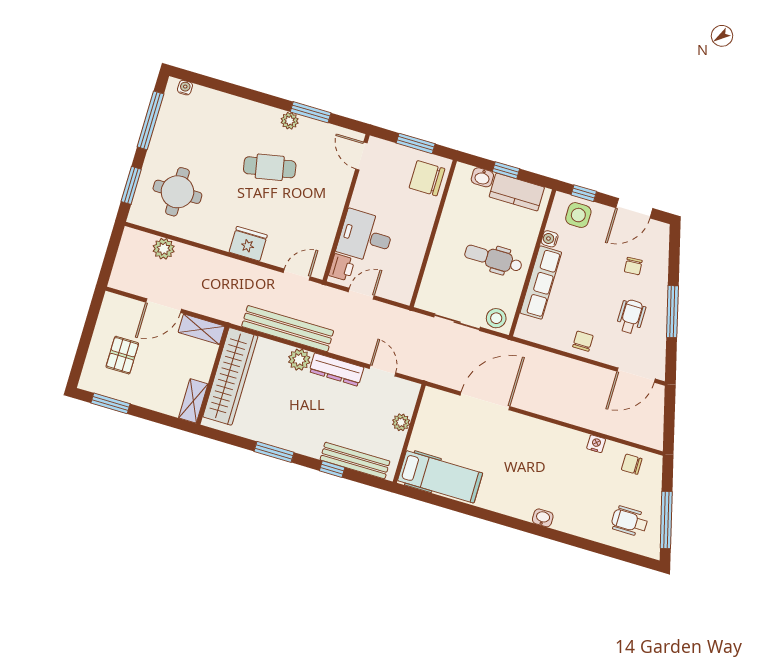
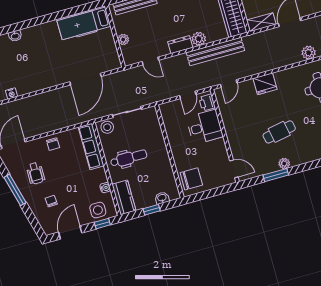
window: (416, 143) -> (209, 194), removed
kitchen counter: (517, 192) -> (124, 197), moved, turned 90
row of seats: (541, 283) -> (91, 146), moved
dresser: (336, 370) -> (180, 45), width x0.70

